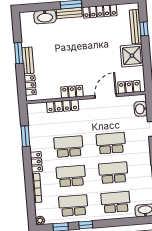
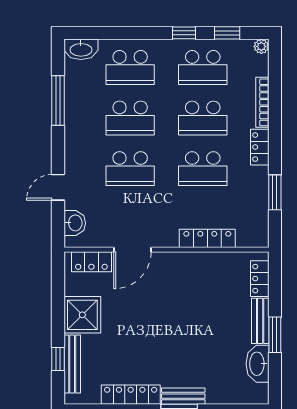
washbasin: (45, 17) -> (258, 364), moved, turned -90
locker: (72, 92) -> (189, 262), removed

